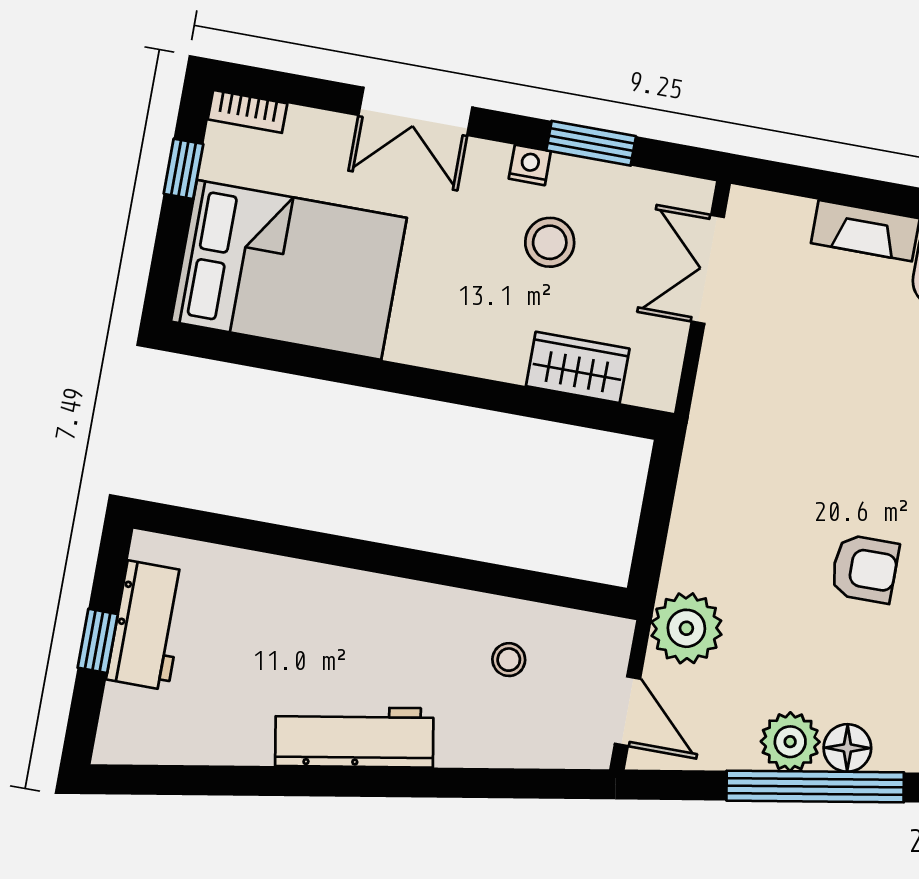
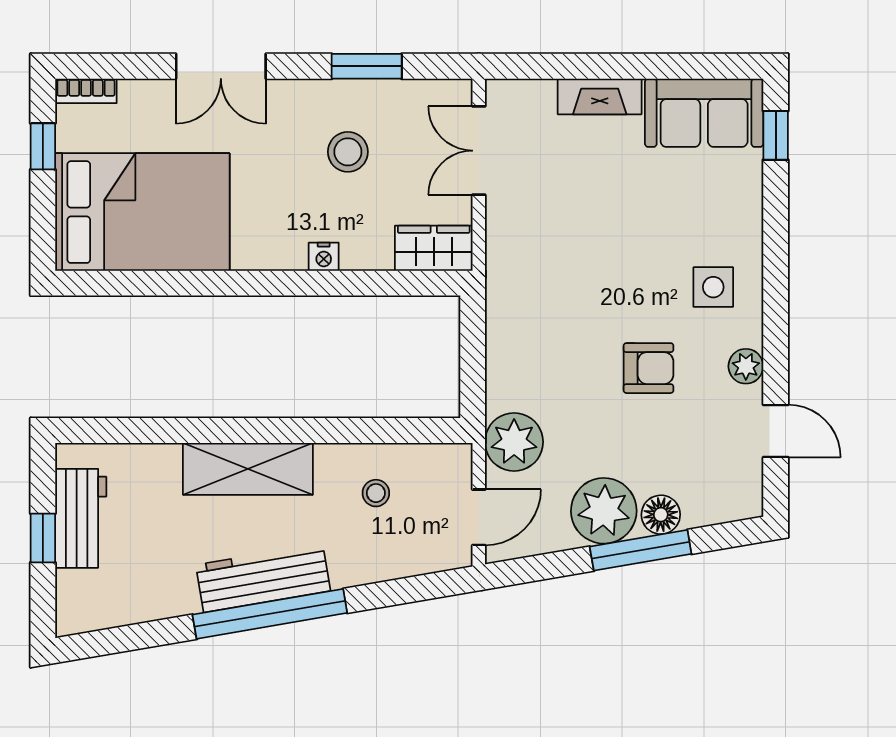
nightstand: (530, 165) -> (324, 257), moved, turned 180
wardrobe: (578, 367) -> (434, 248), moved
shelving: (360, 602) -> (248, 469), added
door: (627, 711) -> (479, 517), hinge flipped
plant: (790, 742) -> (604, 511), width x1.36, depth x1.36
window: (355, 782) -> (270, 614), added
window: (815, 786) -> (641, 550), width x0.68

